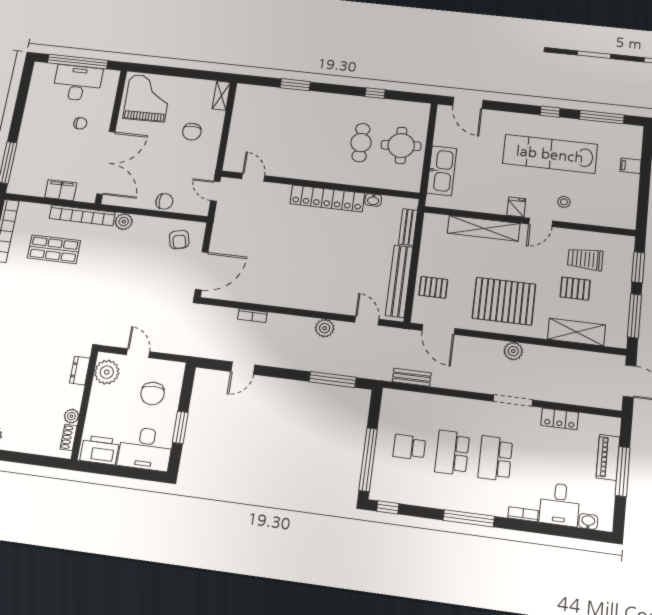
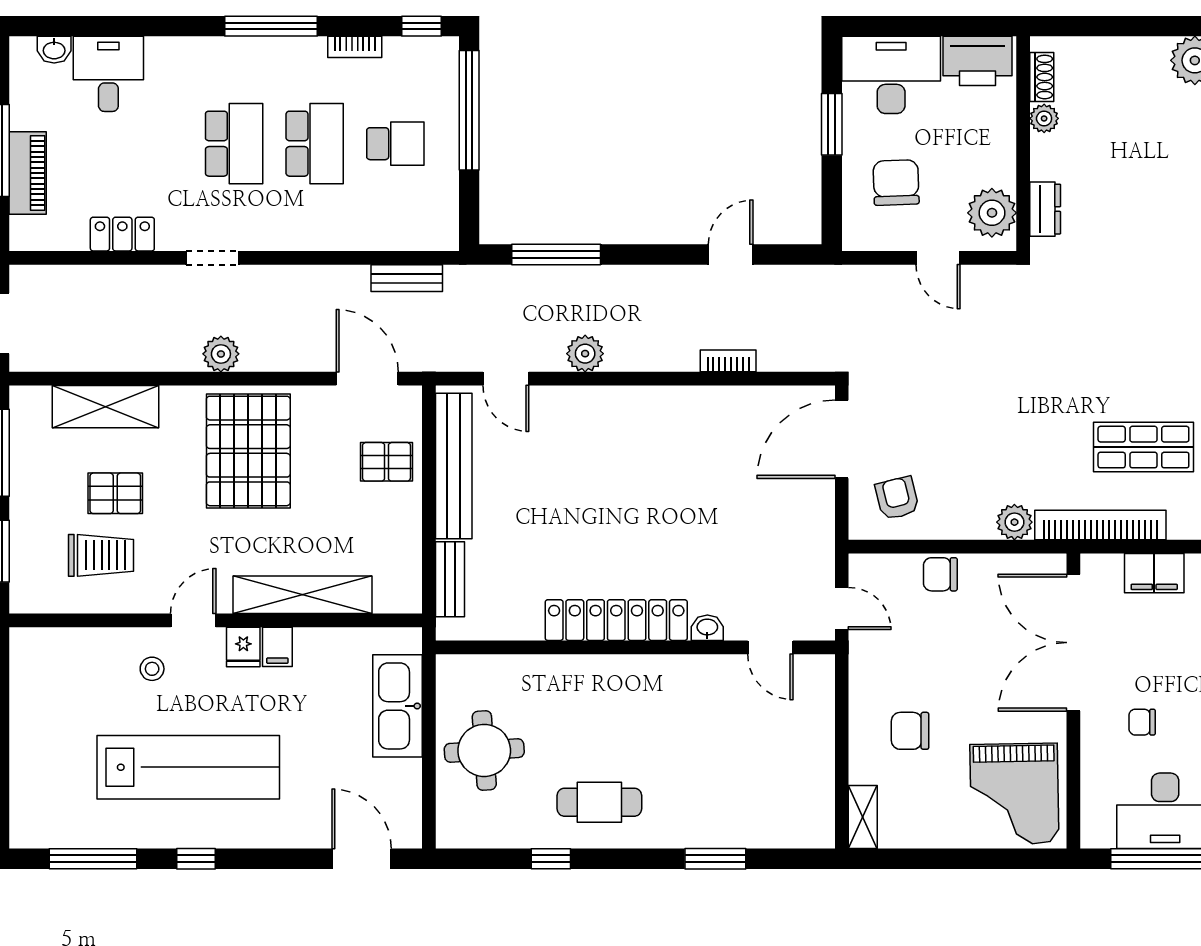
chair: (192, 132) -> (910, 731), turned -90
cafe table: (361, 143) -> (599, 802), moved, turned 90
filing cabinet: (631, 166) -> (277, 647), moved, turned 90
washbasin: (373, 200) -> (707, 628), moved
pallet: (504, 301) -> (248, 451), turned 90
doorway: (513, 401) -> (213, 258), width x0.73
bookcase: (523, 514) -> (355, 47), moved

